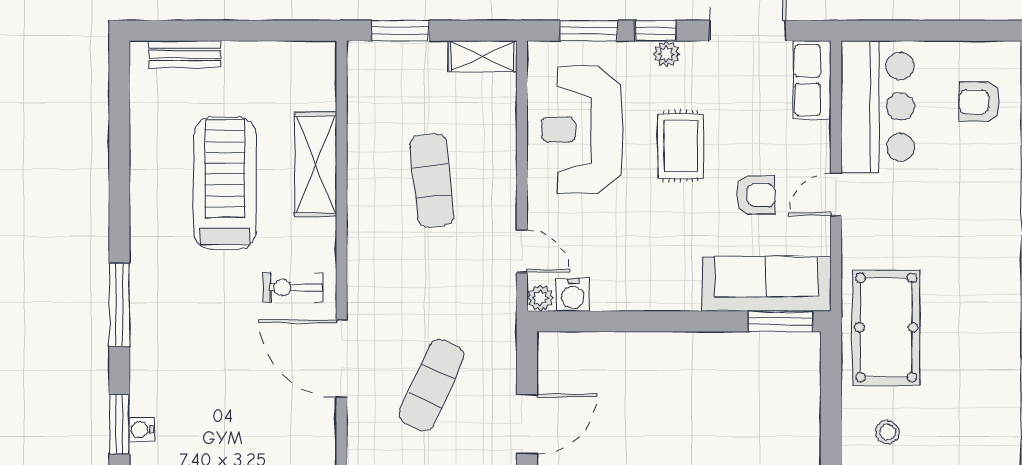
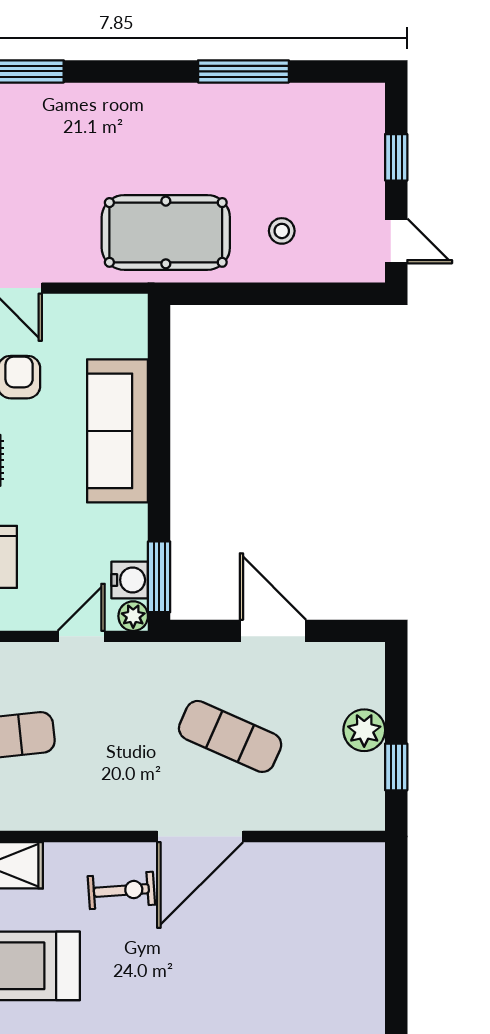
sofa: (766, 284) -> (118, 431), moved
exercise bike: (293, 287) -> (121, 890), turned -94
window: (781, 321) -> (159, 577), moved

